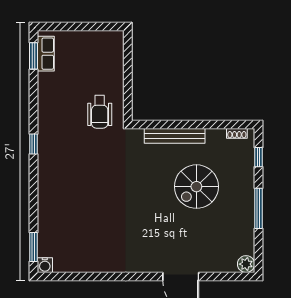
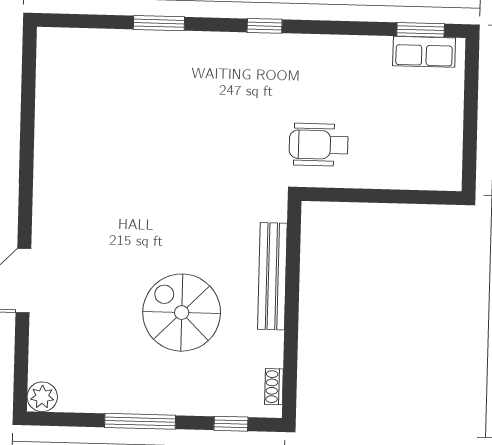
window: (33, 247) -> (159, 23), moved
water cooler: (45, 265) -> (50, 40), removed

